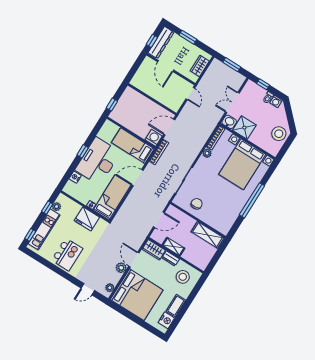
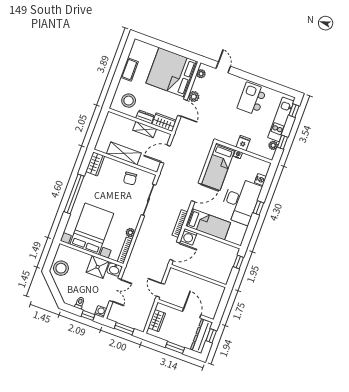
washing machine: (276, 102) -> (101, 312), moved
fridge: (87, 219) -> (243, 143), width x0.53, depth x0.75
wardrobe: (226, 224) -> (95, 164), added
shelving: (208, 235) -> (124, 153), moved
door: (88, 289) -> (223, 67), hinge flipped
nightstand: (166, 320) -> (136, 53), removed

